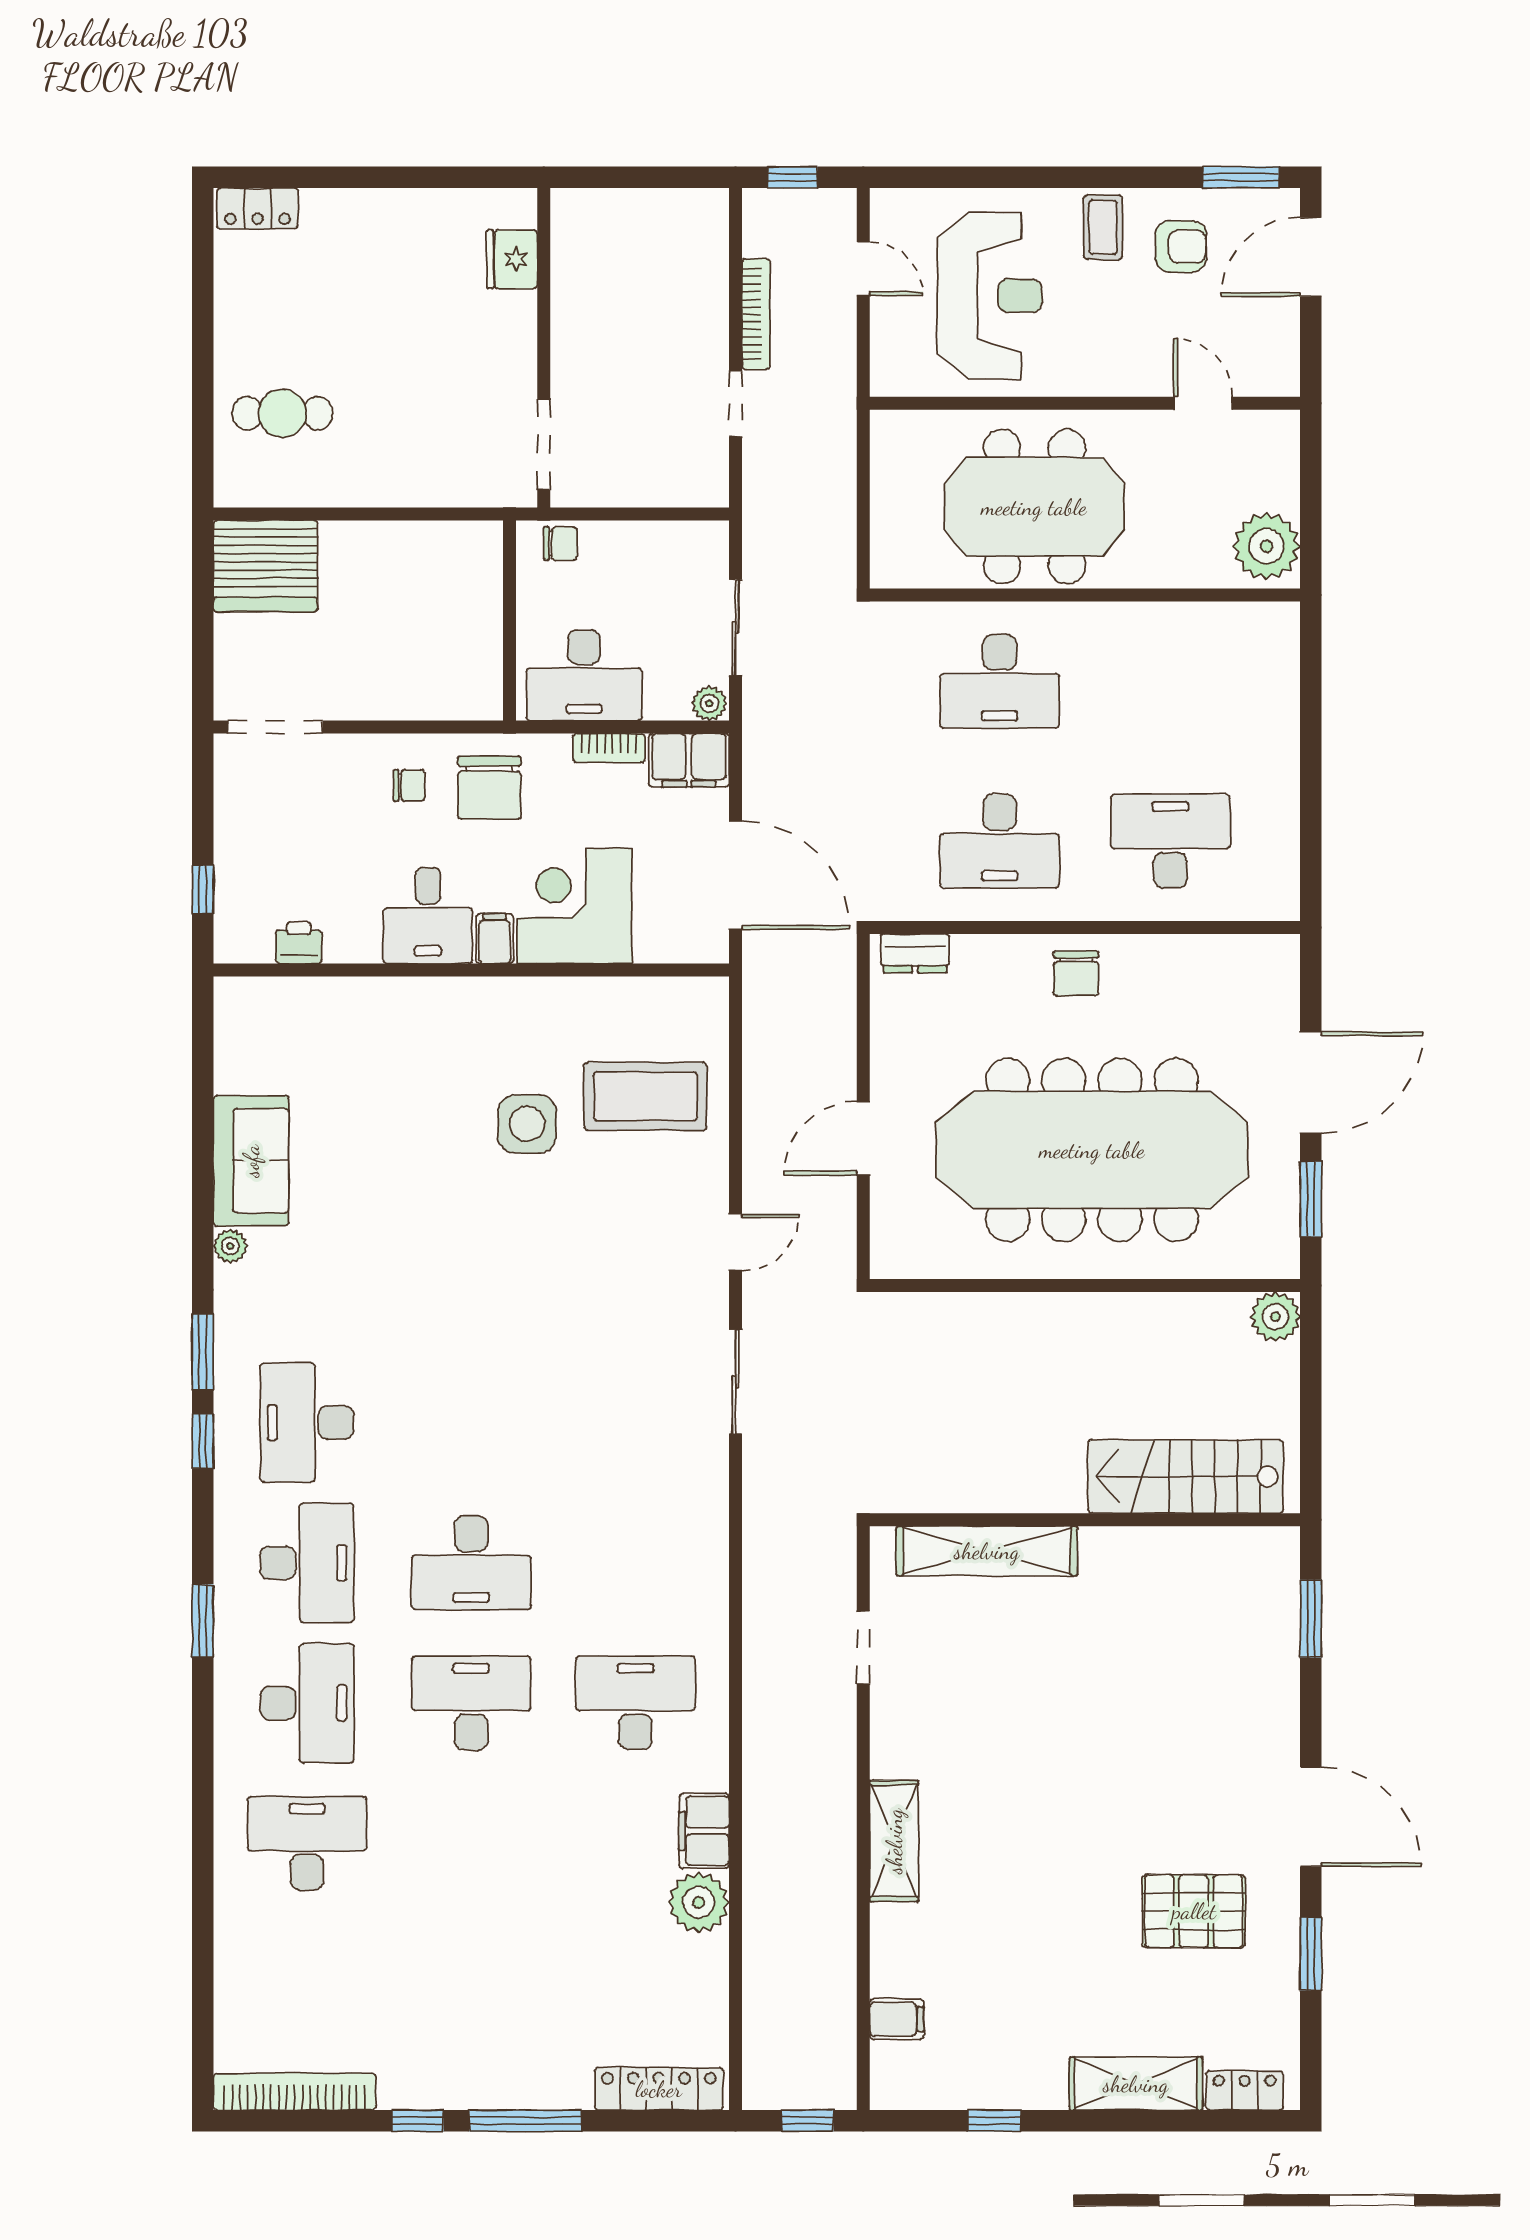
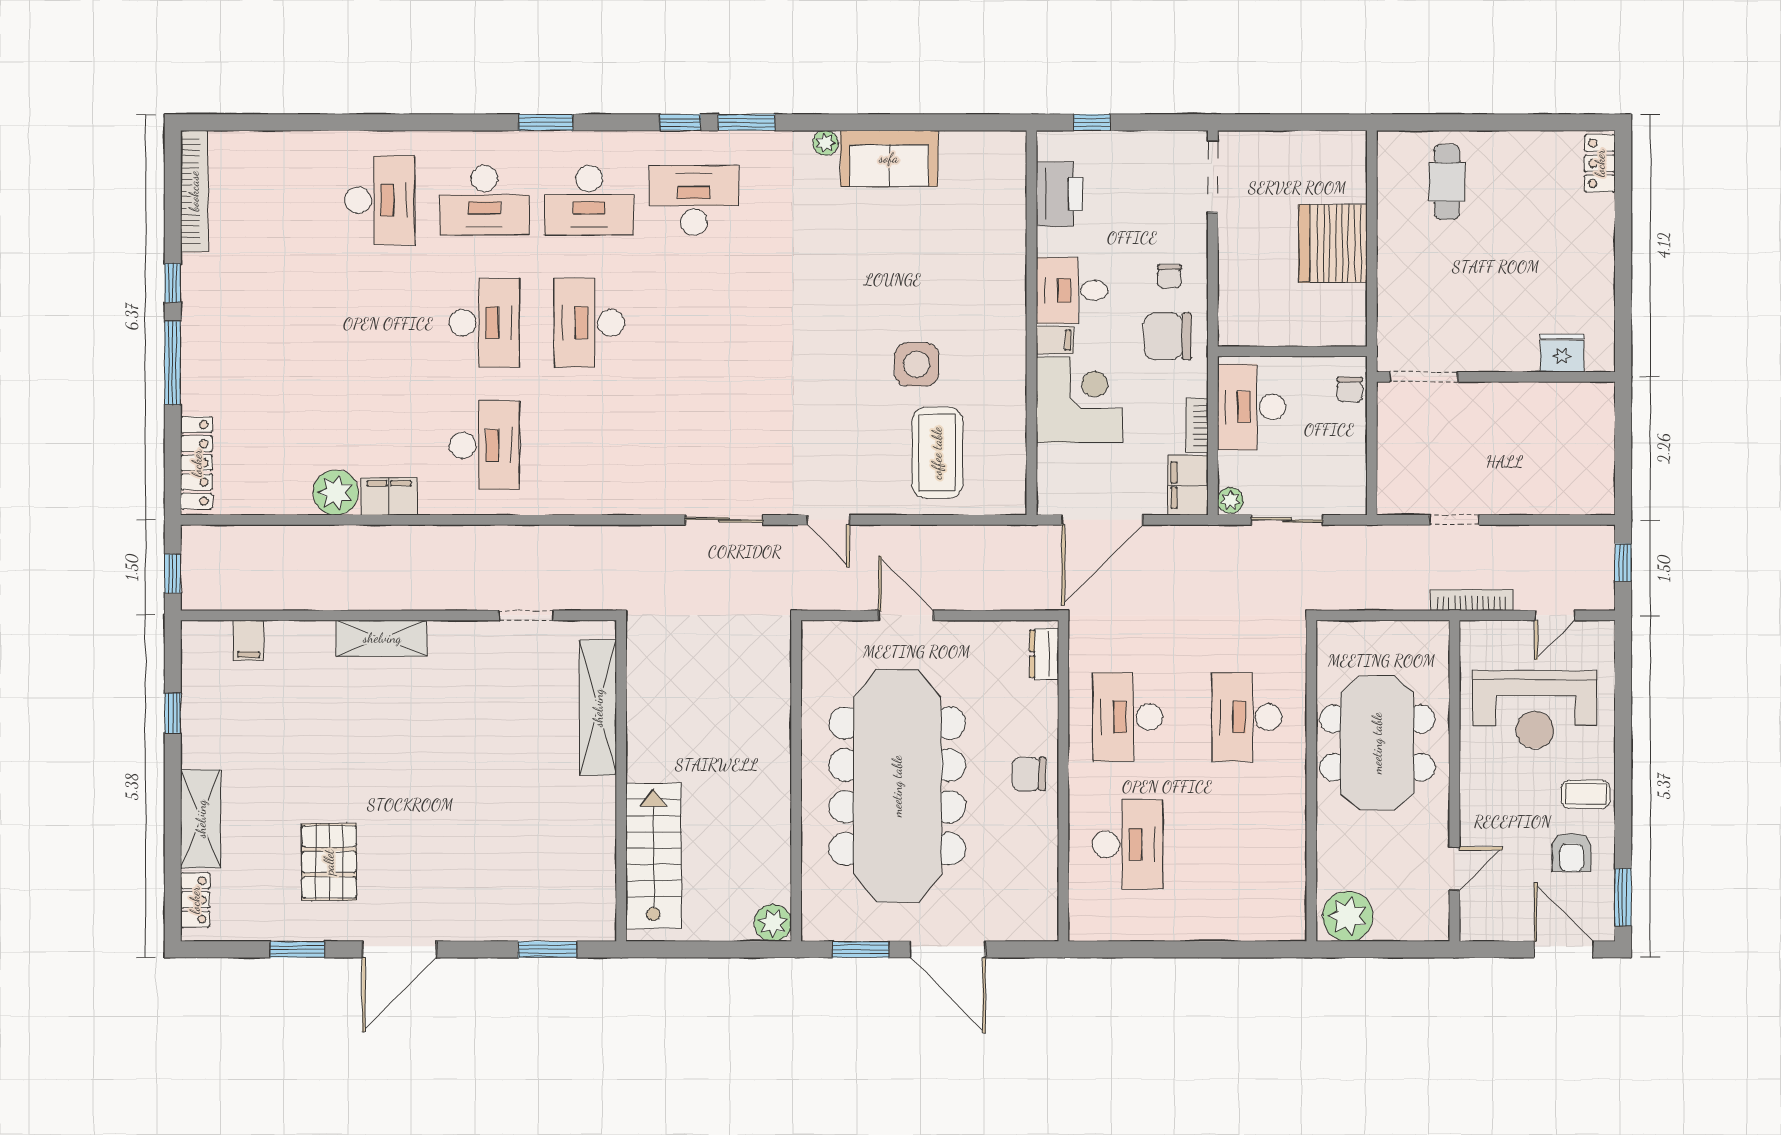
bookcase: (756, 314) -> (1472, 600), moved, turned 180
server rack: (266, 566) -> (1333, 243), moved
printer: (299, 943) -> (1059, 194), width x1.87, depth x1.48

